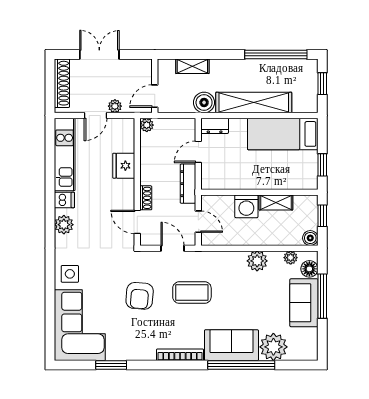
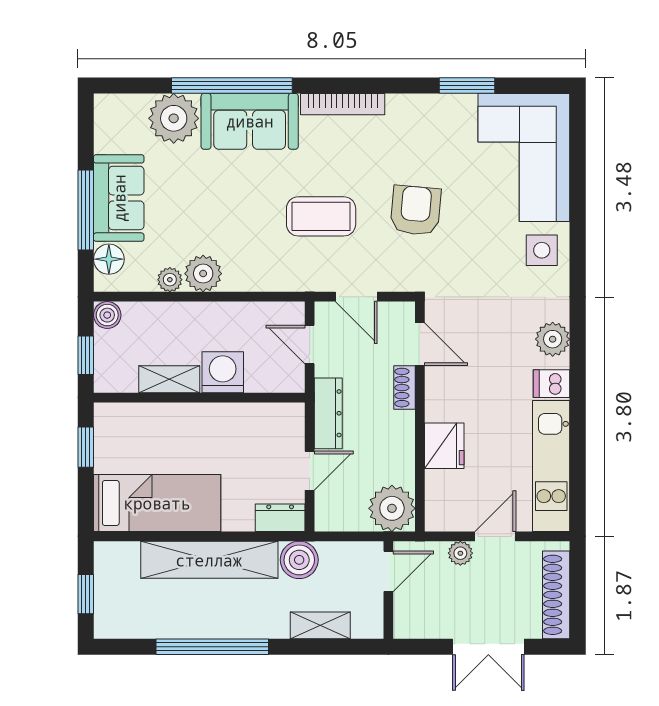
window: (276, 54) -> (212, 647), moved
plant: (147, 125) -> (392, 508), width x1.88, depth x1.88
plant: (291, 258) -> (170, 280), moved

